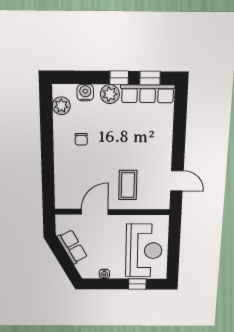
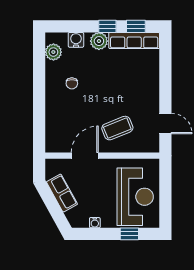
coffee table: (128, 185) -> (117, 128), turned 68

